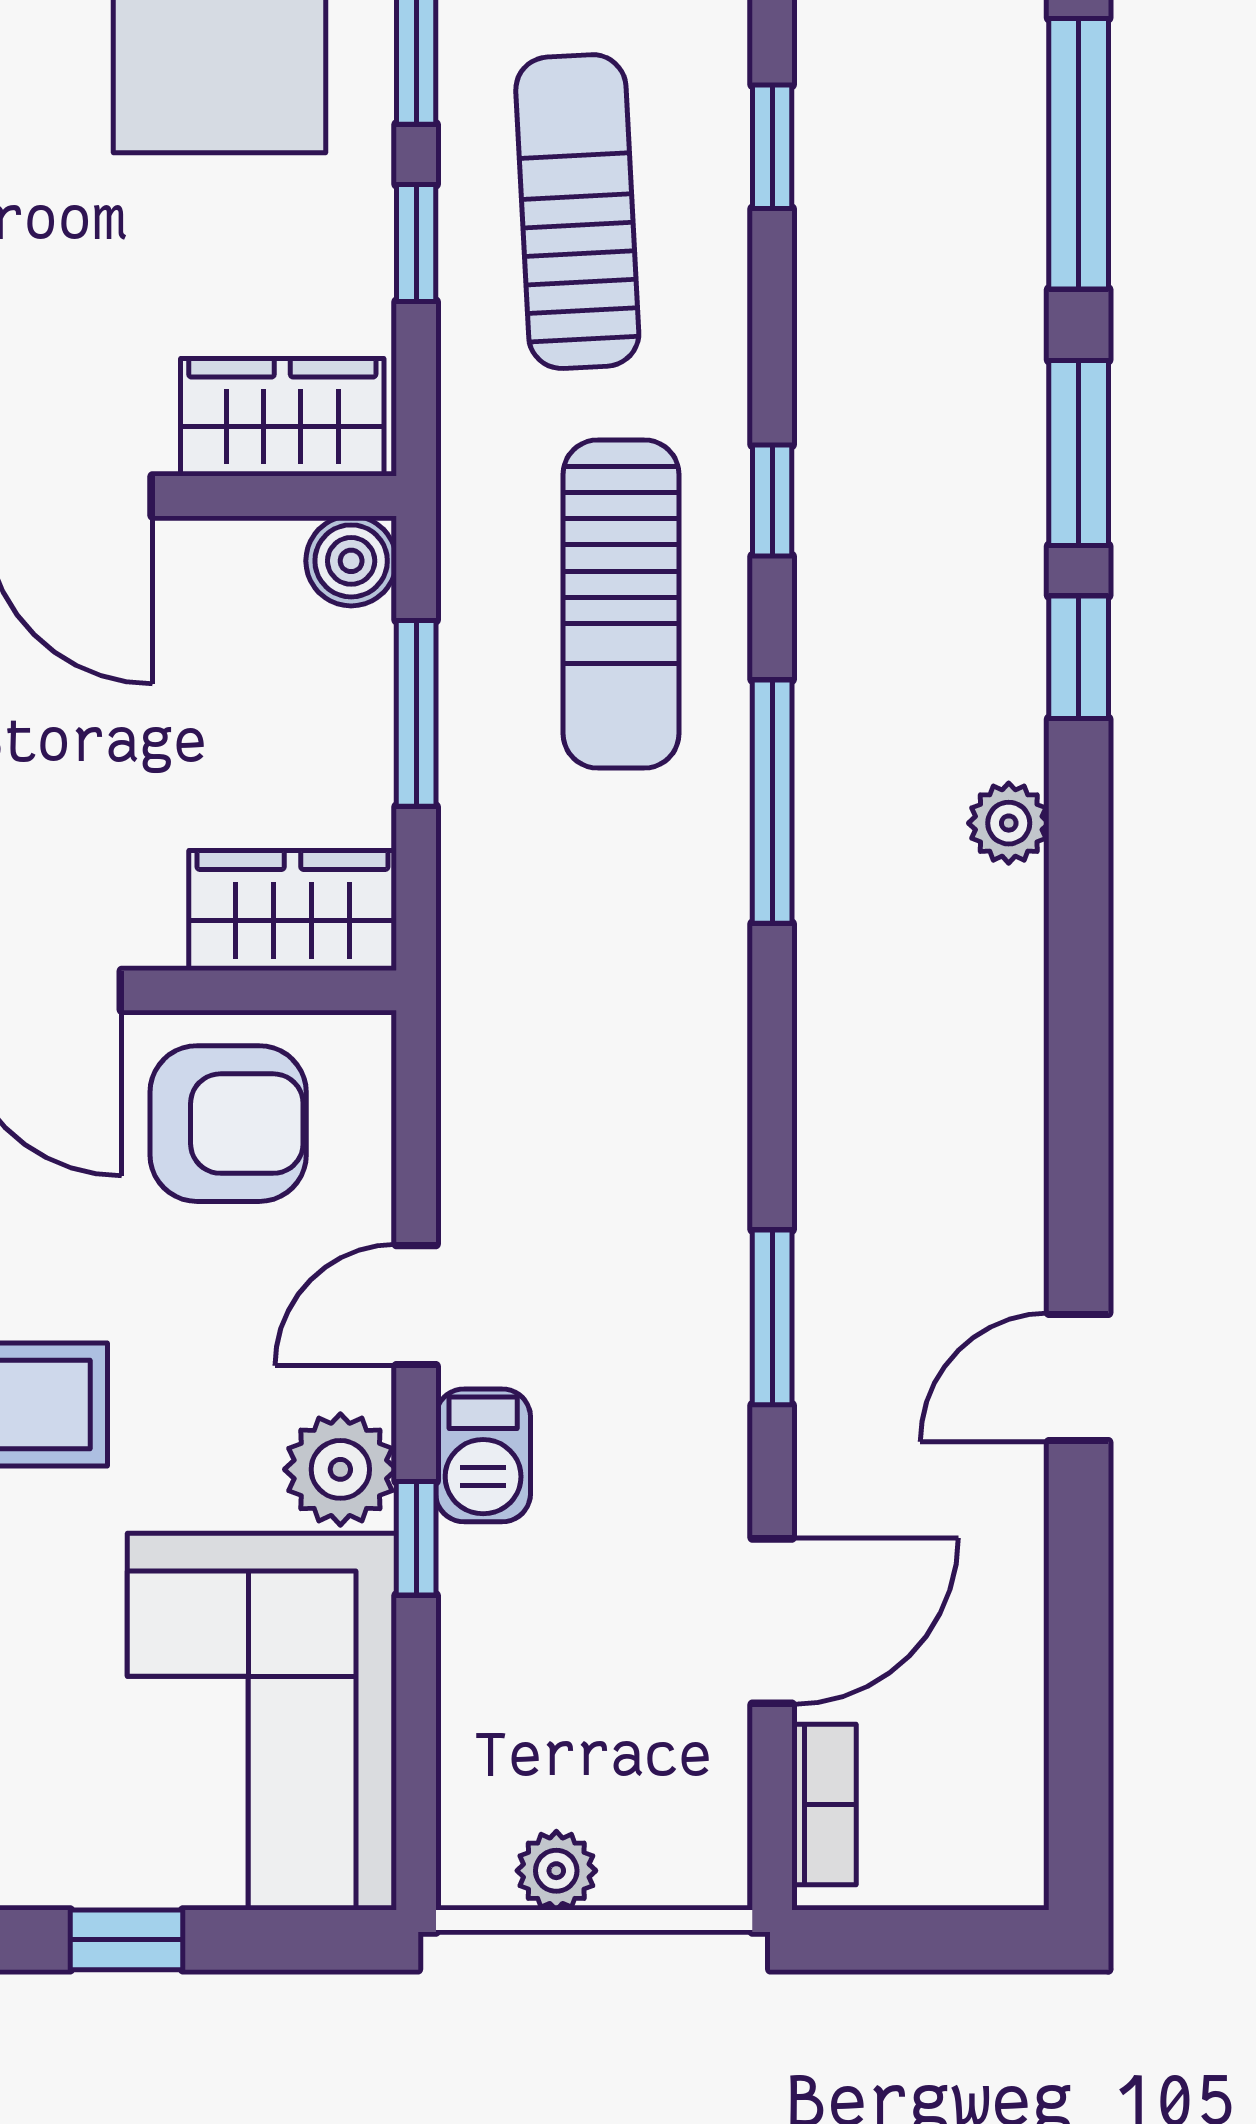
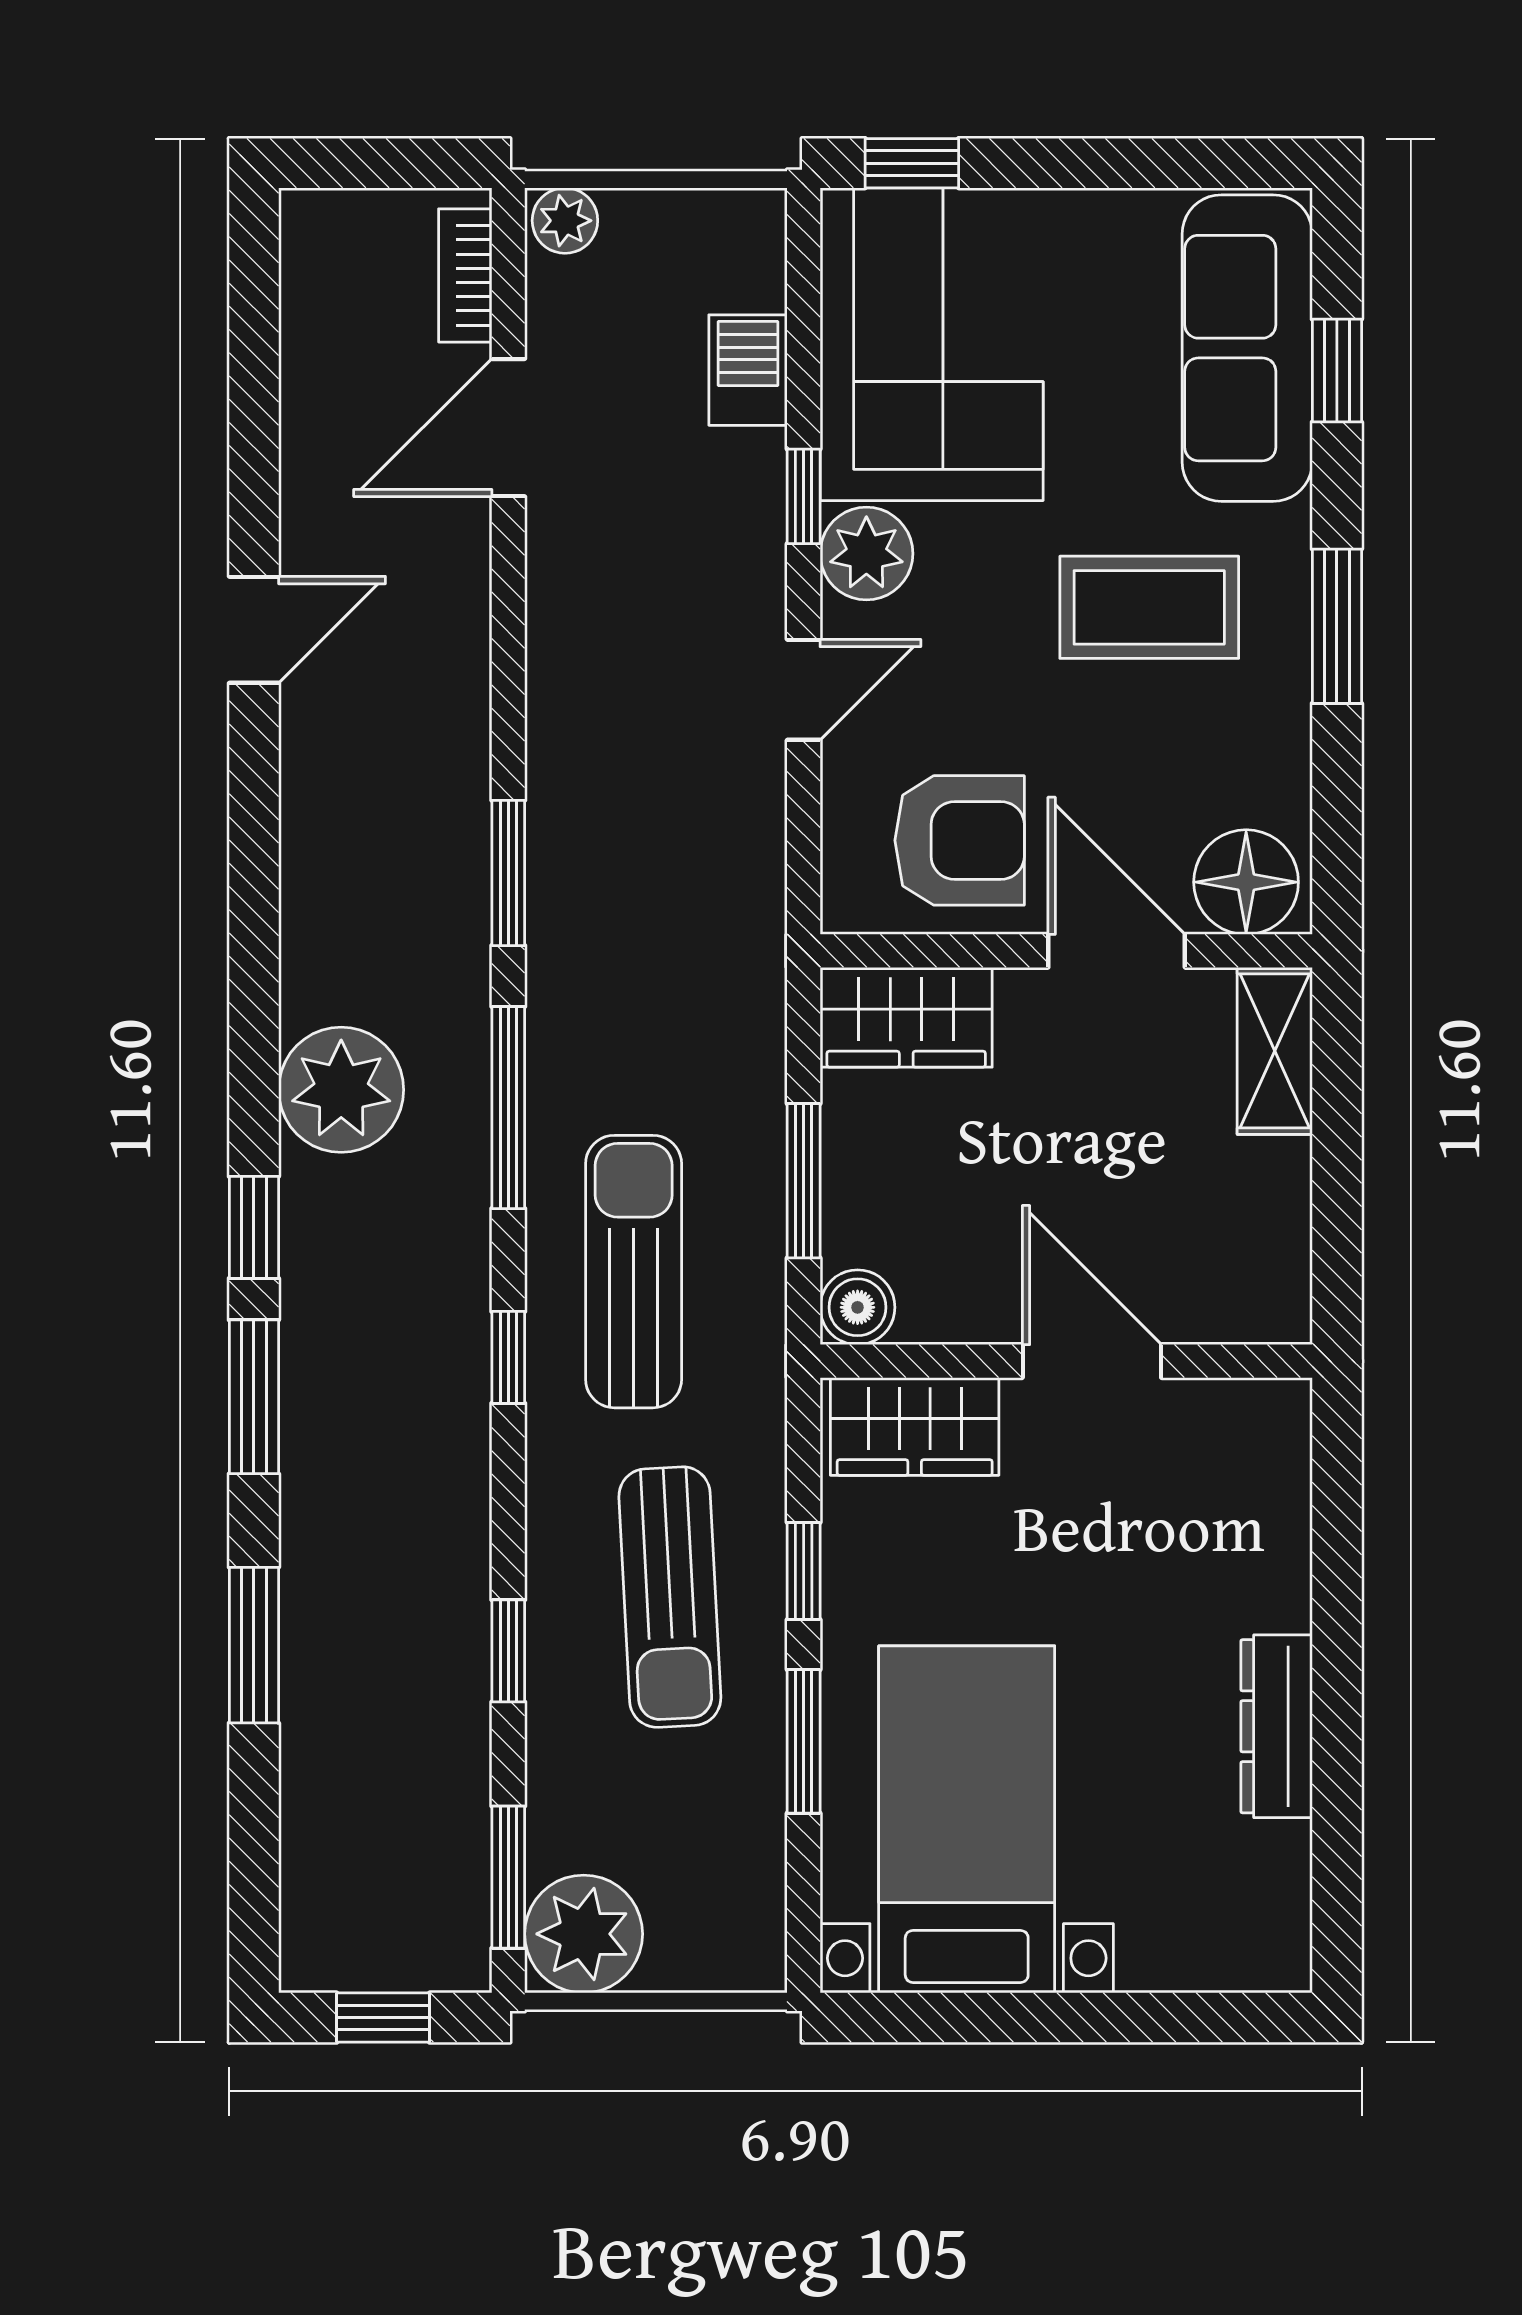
window: (1079, 154) -> (254, 1645), width x0.69
plant: (1009, 823) -> (341, 1090), width x1.87, depth x1.87
armchair: (228, 1124) -> (960, 840), turned 180
window: (772, 1317) -> (508, 873), moved
barbecue: (483, 1455) -> (748, 370), moved
plant: (556, 1871) -> (565, 221), moved
window: (126, 1940) -> (912, 163), moved

